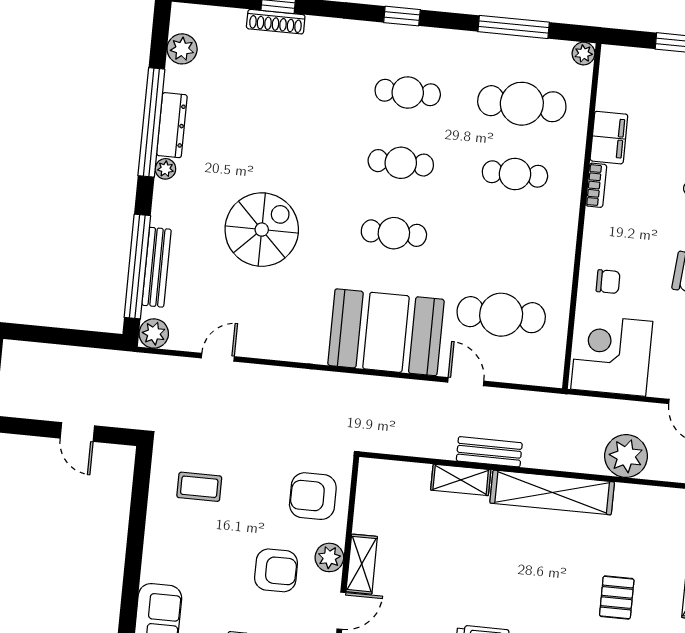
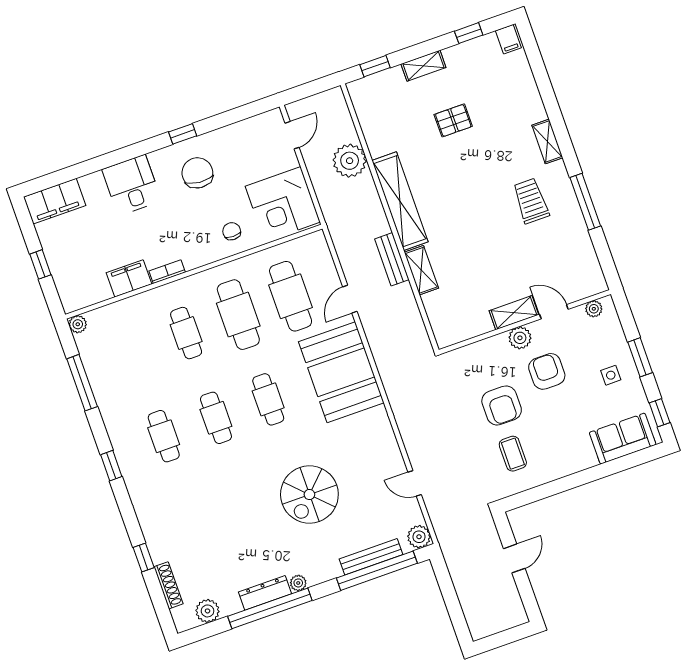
shoe rack: (276, 22) -> (168, 585), moved
cafe table: (522, 104) -> (238, 315), moved
spiral stairs: (262, 230) -> (309, 495), turned -90
armchair: (313, 496) -> (502, 405), moved

